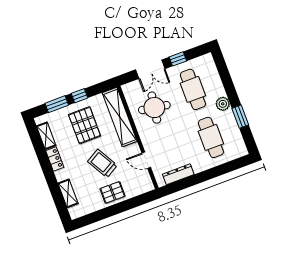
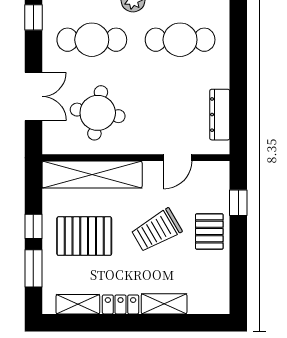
window: (178, 59) -> (33, 17), moved
shelving: (68, 193) -> (164, 304), moved
window: (134, 202) -> (238, 203), added

